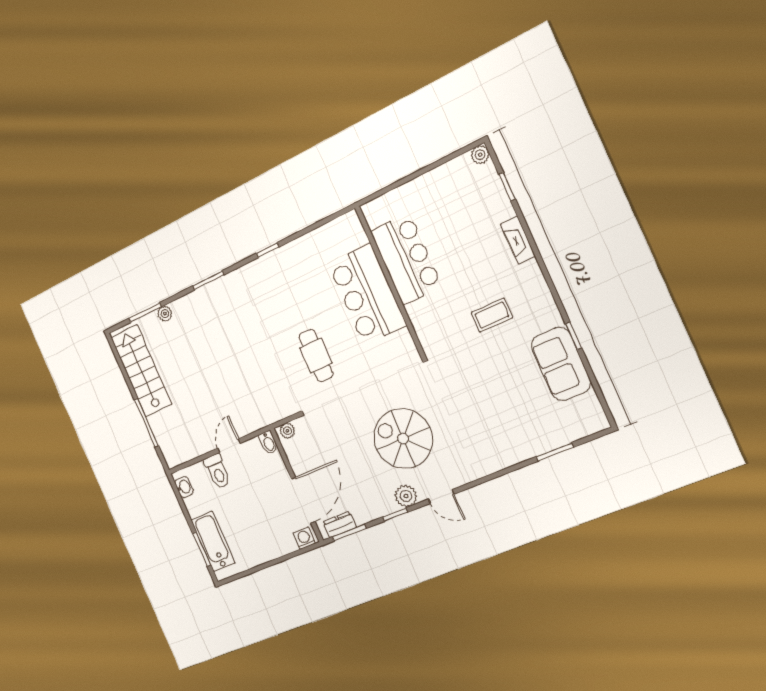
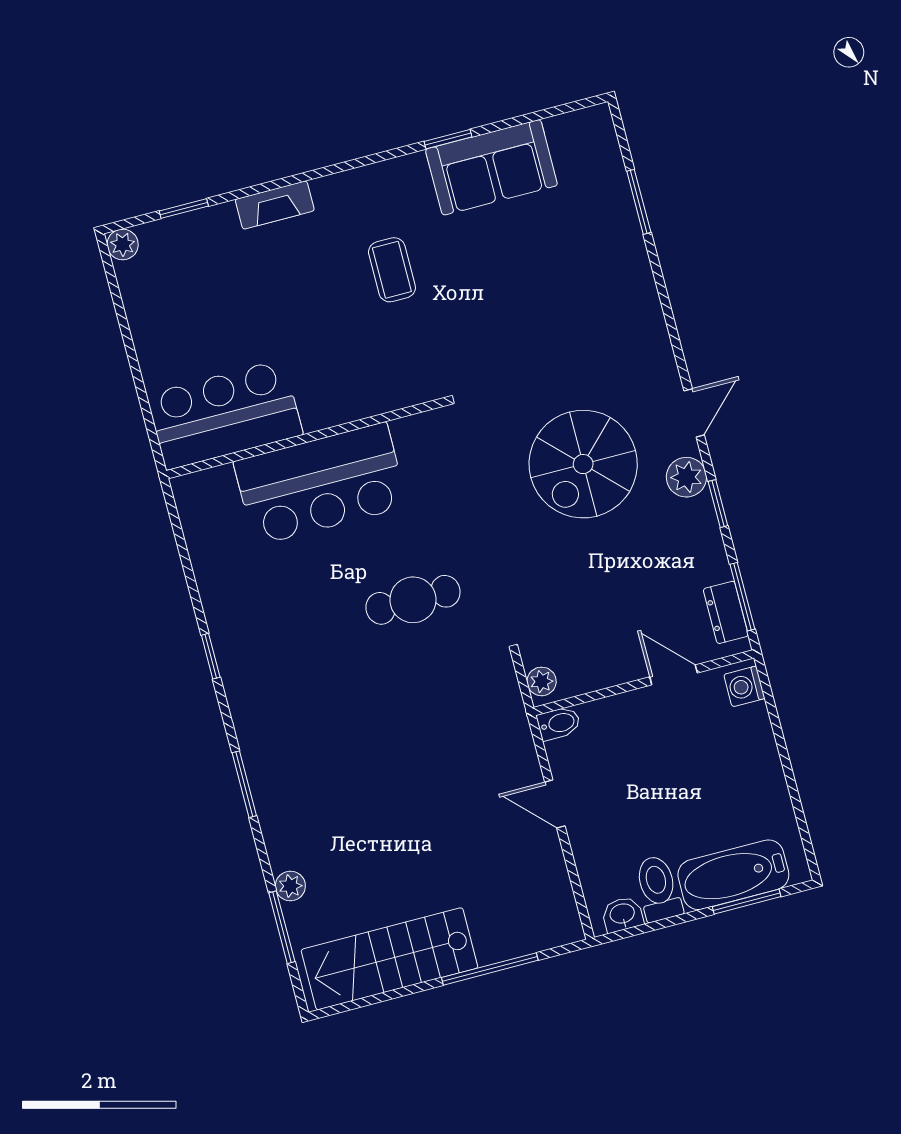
bar counter: (406, 259) -> (225, 415), moved
toilet: (217, 471) -> (658, 888), moved, turned -90
door: (303, 500) -> (674, 675), width x0.53

